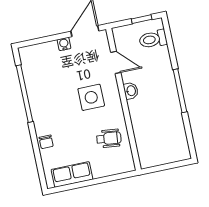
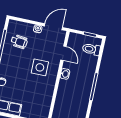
wheelchair: (109, 138) -> (19, 42), moved

